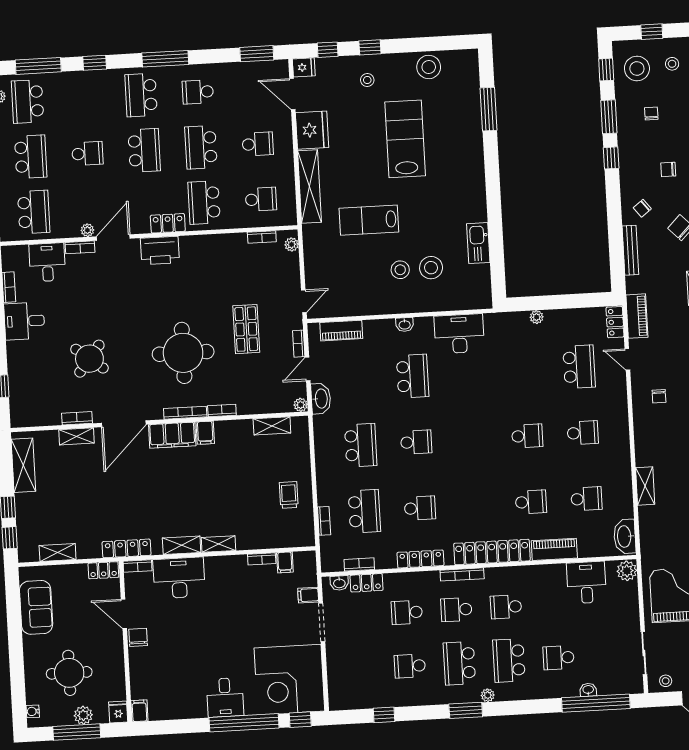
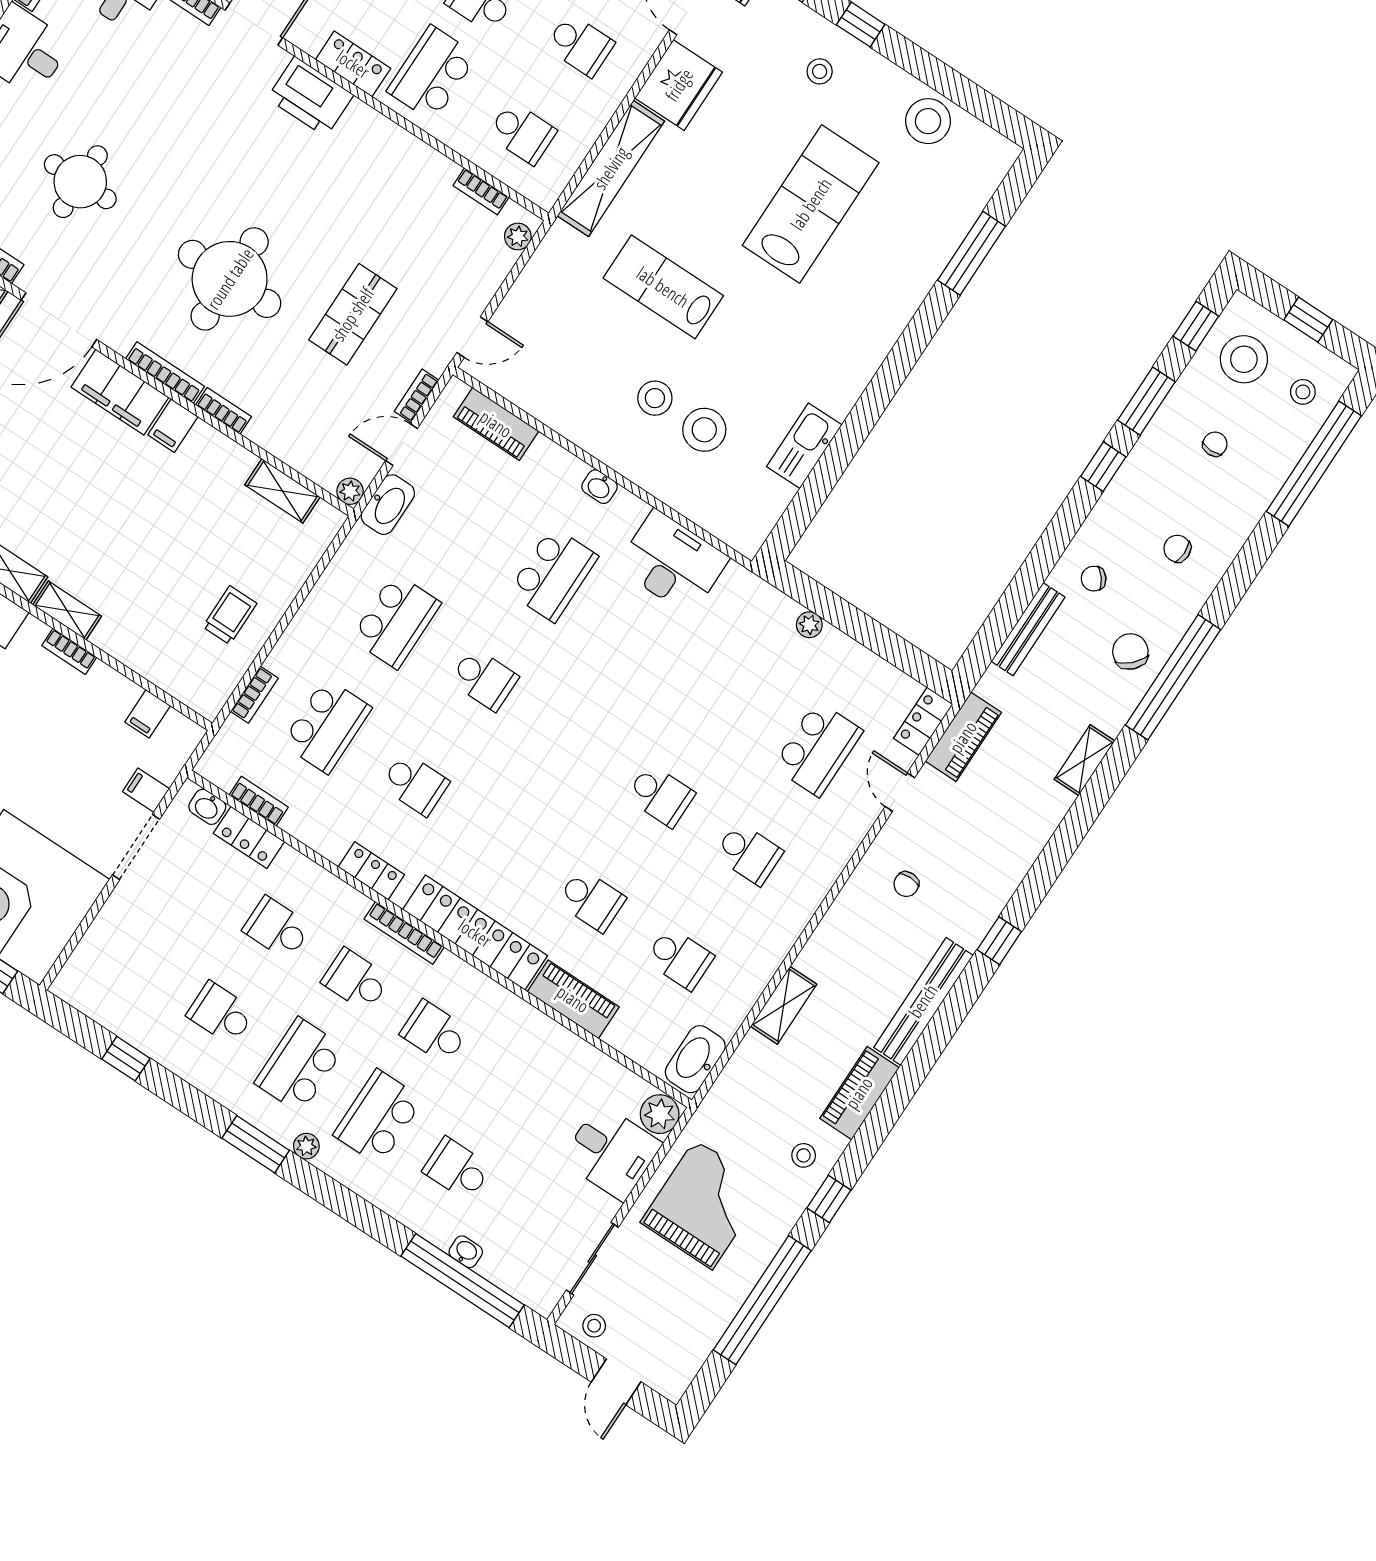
round table: (89, 359) -> (80, 182), turned -38
bookcase: (262, 559) -> (69, 651), moved
locker: (420, 559) -> (371, 871), width x0.66
desk: (586, 582) -> (611, 1152), moved, turned 90

